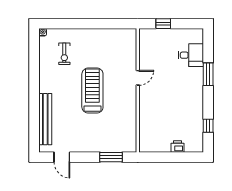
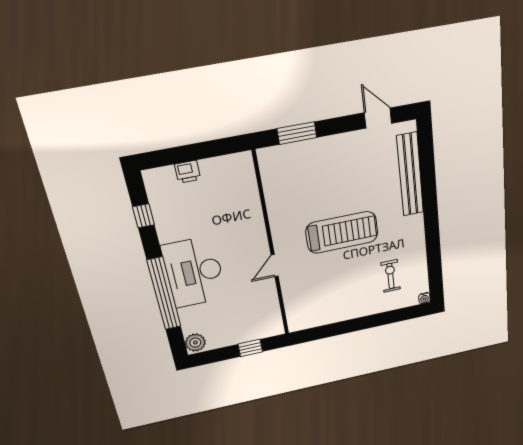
plant: (197, 36) -> (195, 343), added
desk: (191, 55) -> (194, 272), moved, width x1.87, depth x1.30
window: (208, 74) -> (164, 294), width x2.11
treadmill: (92, 91) -> (342, 232), turned -90

